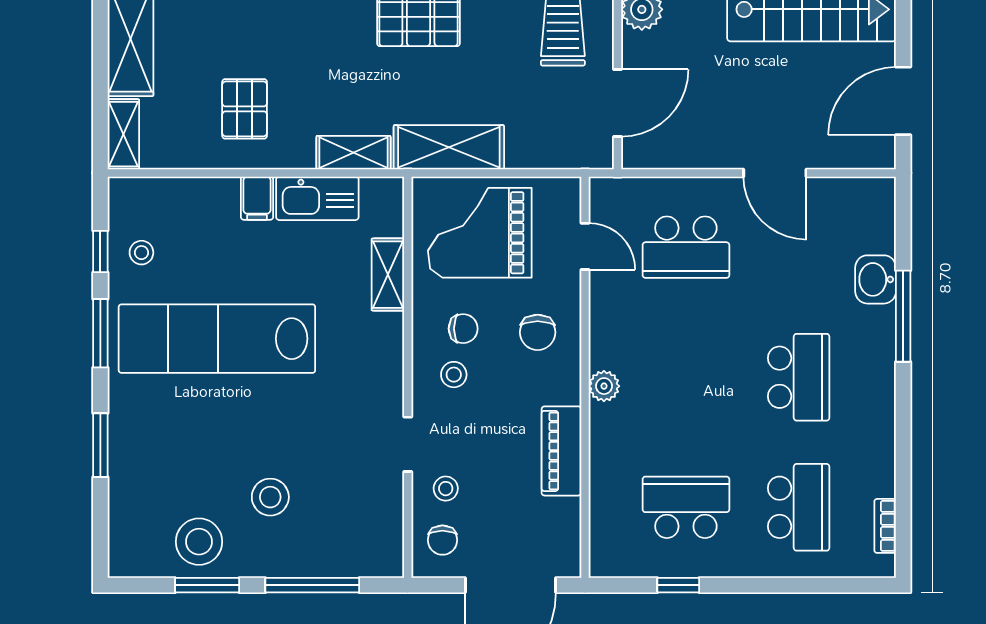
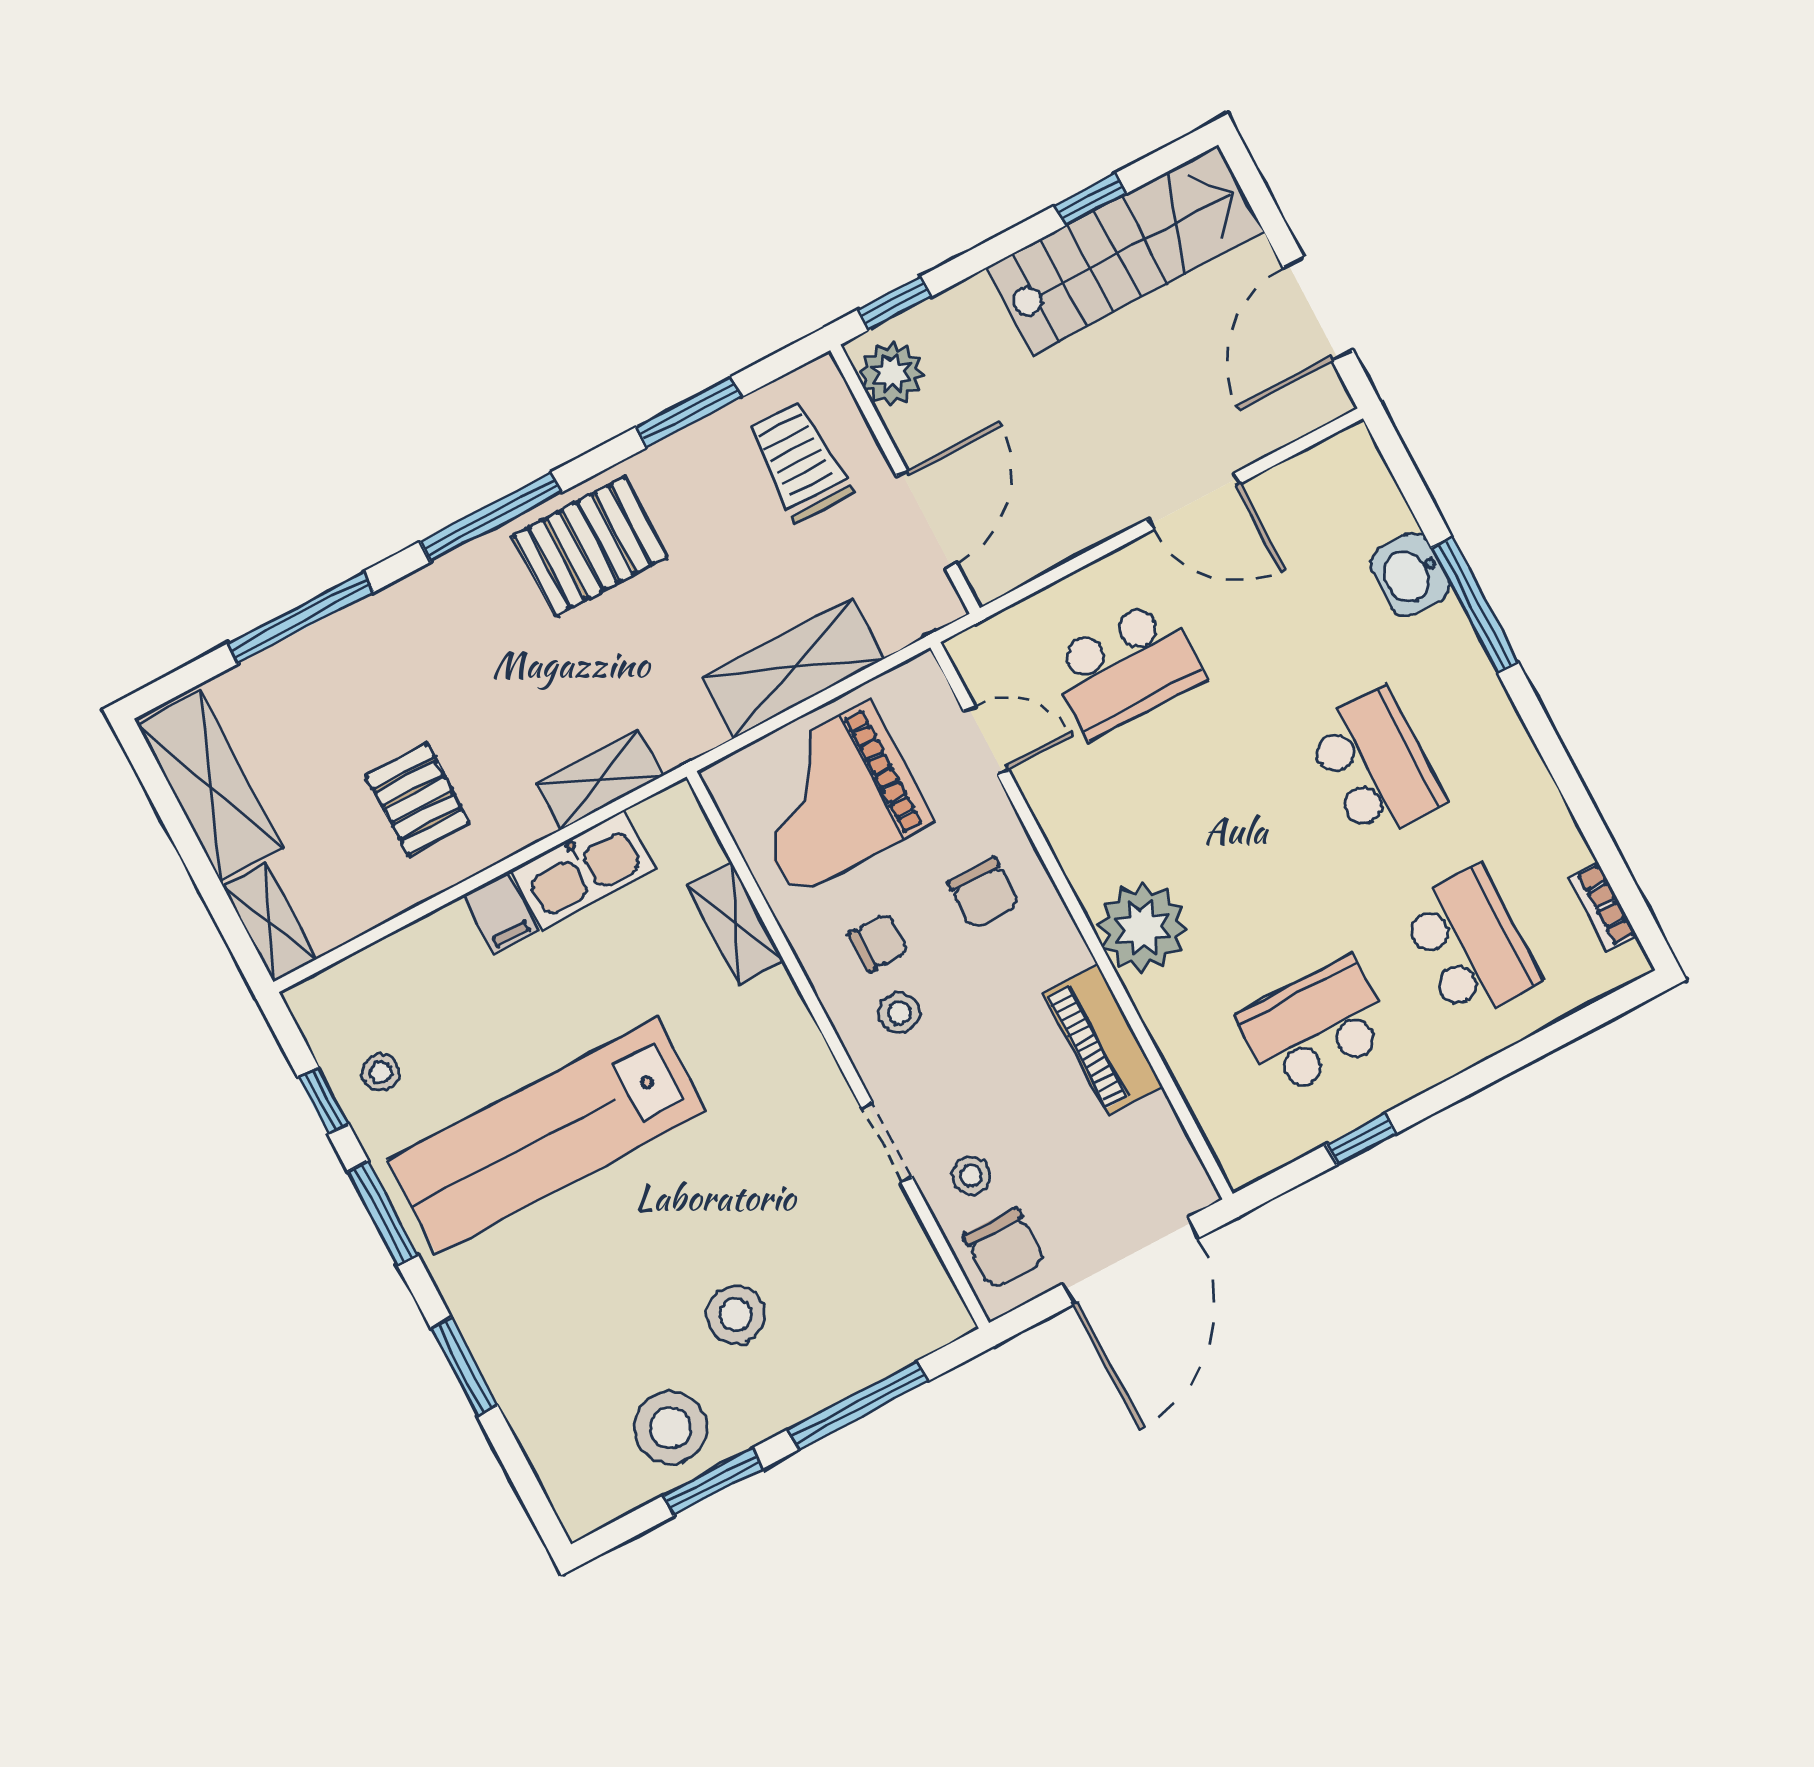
shelving: (449, 147) -> (794, 668), moved
plant: (604, 386) -> (1142, 928), width x1.88, depth x1.88
chair: (442, 540) -> (1004, 1248), width x1.37, depth x1.37

